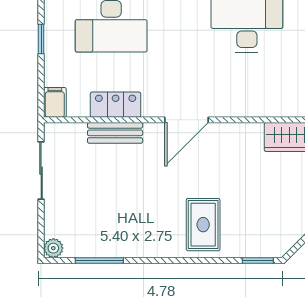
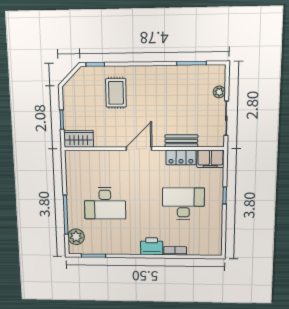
filing cabinet: (55, 102) -> (210, 159), width x2.00
rug: (203, 225) -> (116, 93), moved
plant: (53, 248) -> (219, 92), moved

